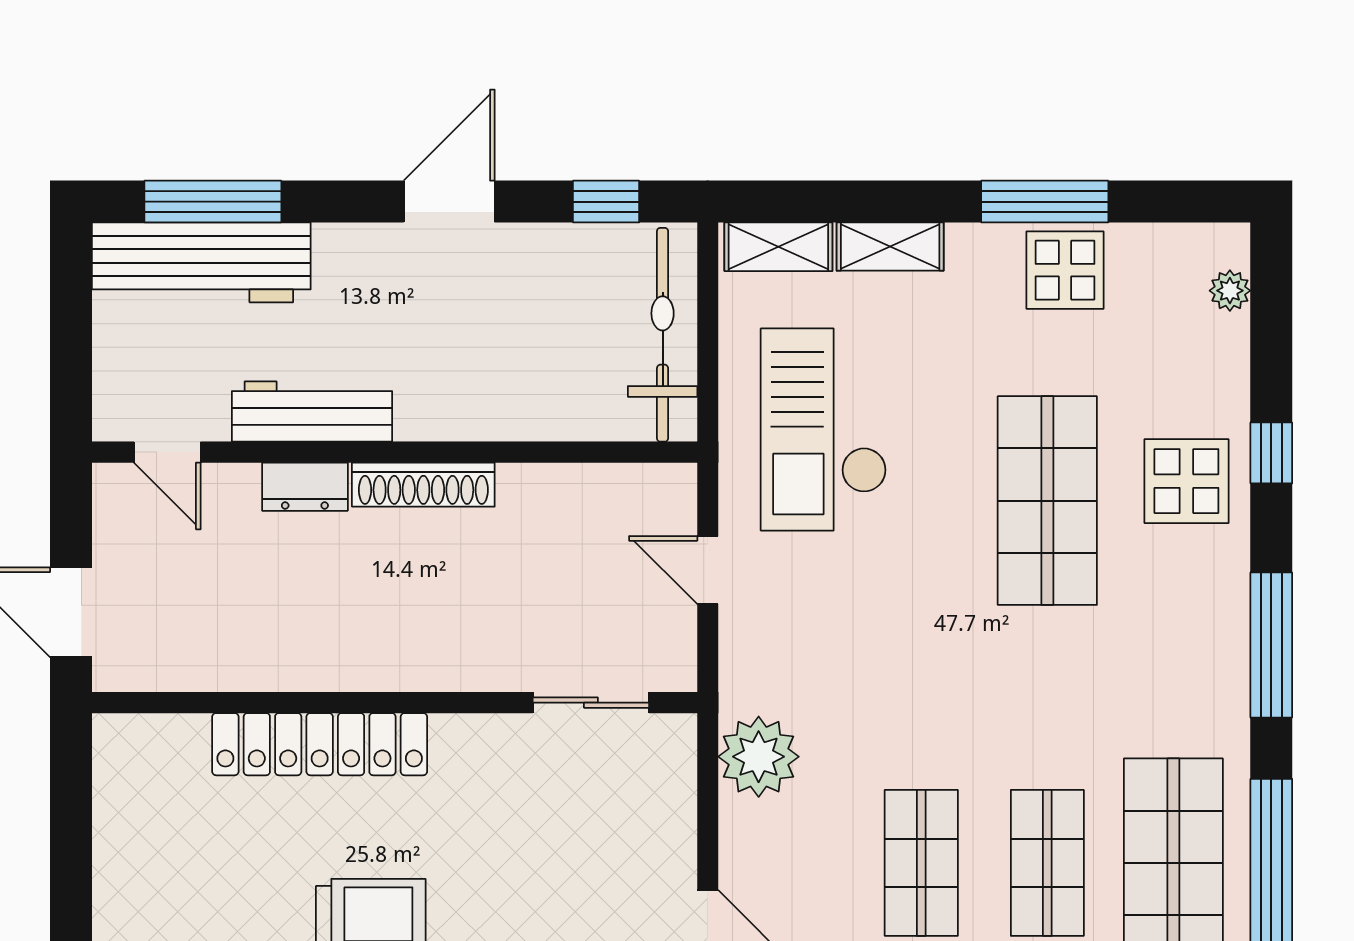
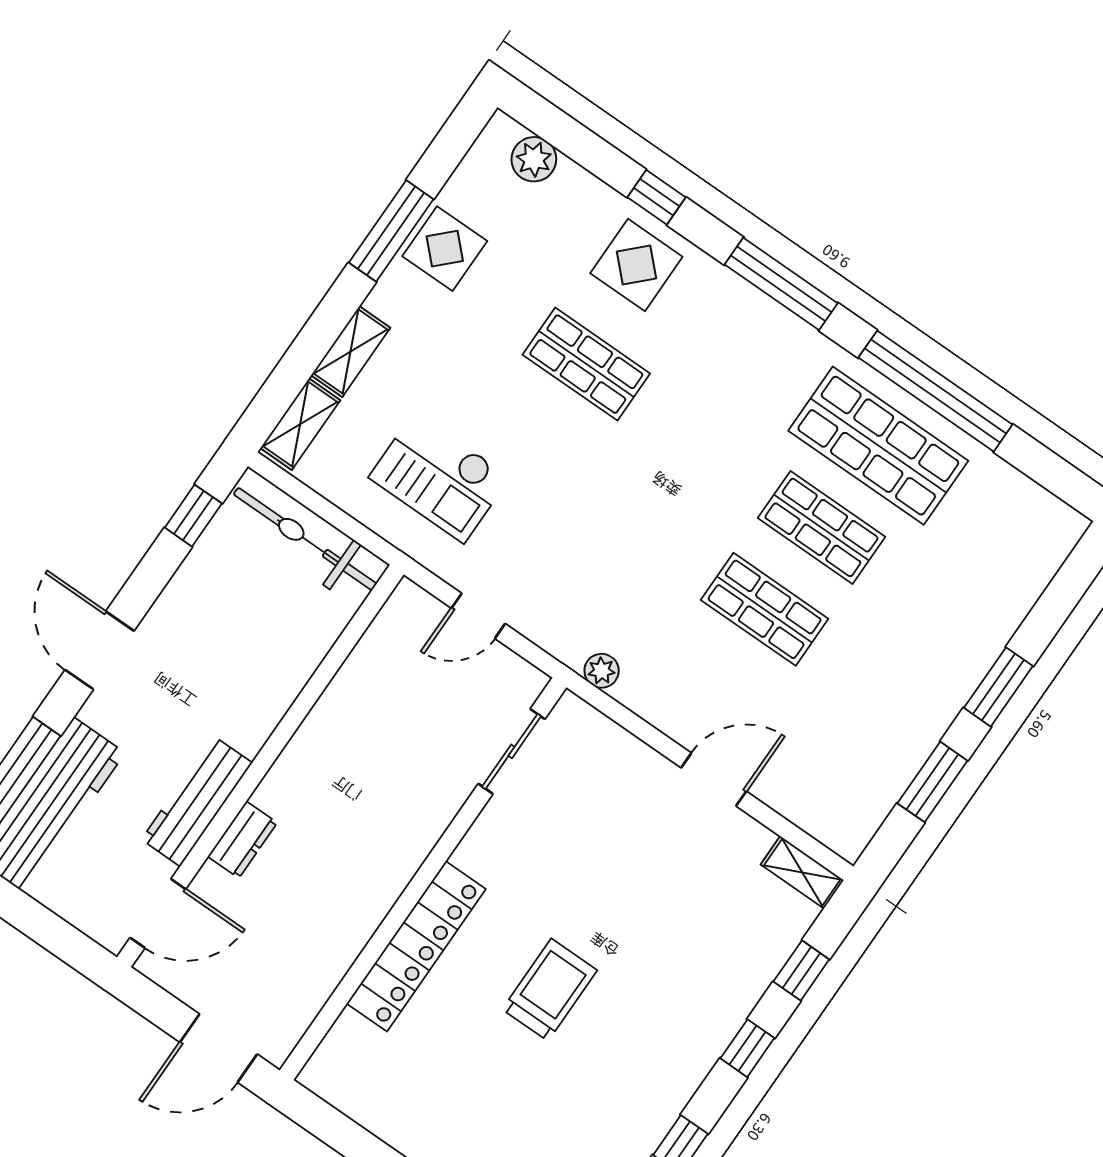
door: (449, 202) -> (100, 650), moved
plant: (1230, 291) -> (534, 159), width x1.38, depth x1.38
checkout: (824, 429) -> (439, 477), width x0.73, depth x0.83
door: (167, 452) -> (158, 913), width x1.38
shoe rack: (423, 485) -> (294, 762), removed
shop shelf: (1047, 501) -> (586, 364), width x0.70, depth x0.74
plant: (759, 757) -> (602, 671), width x0.53, depth x0.53

